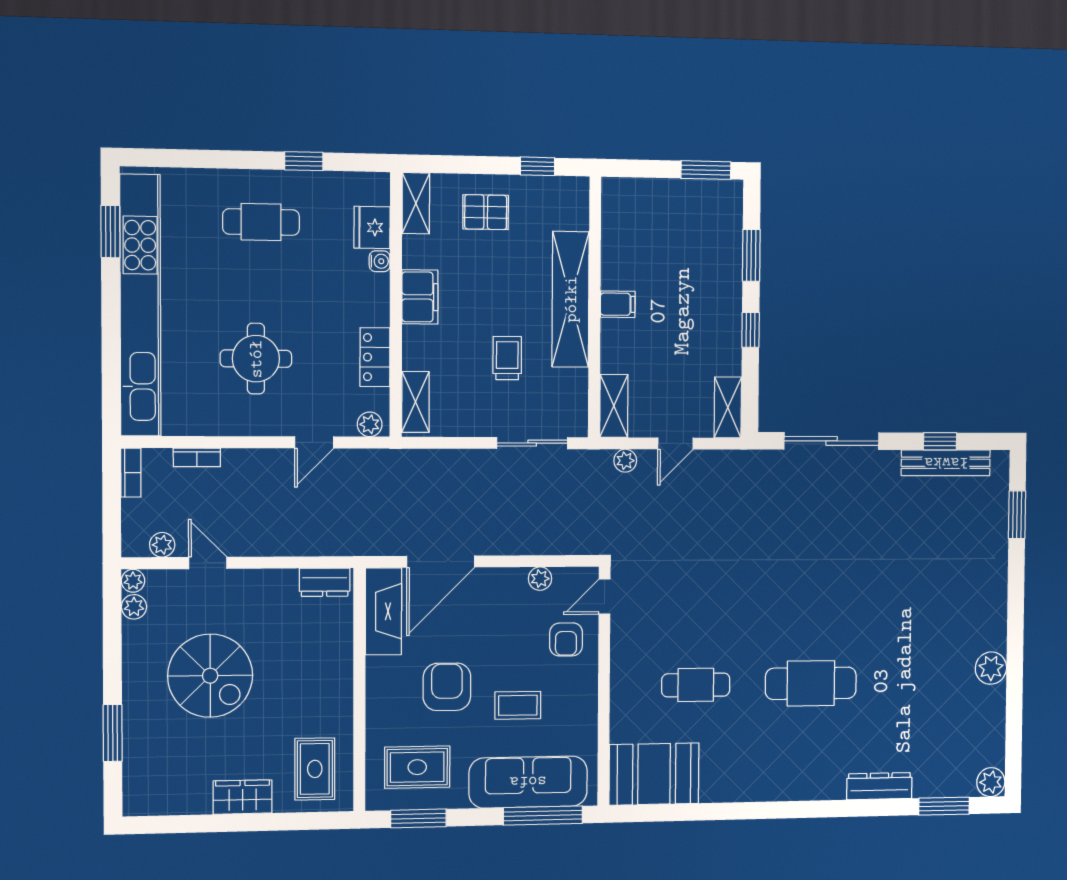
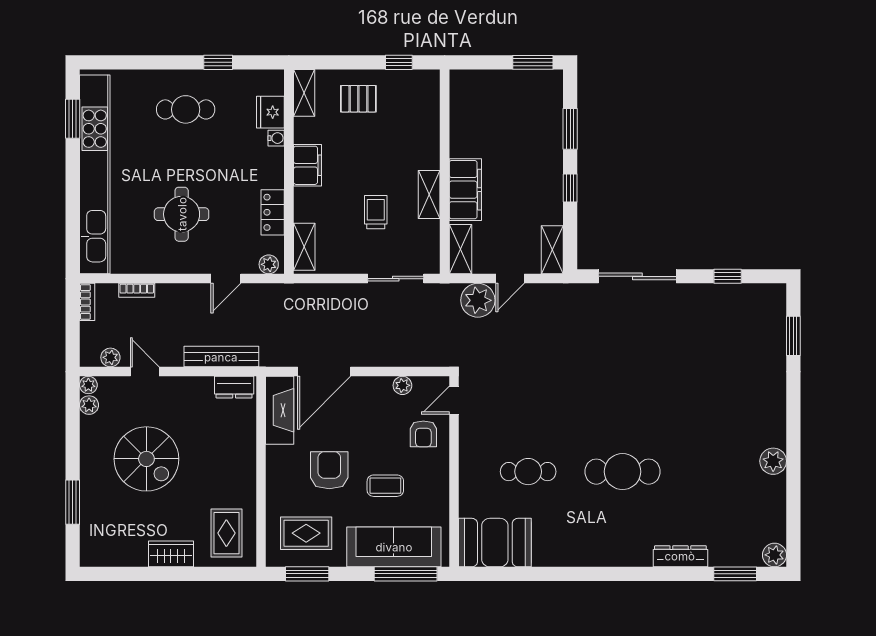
shelving: (571, 299) -> (429, 195), width x0.45, depth x0.75
filing cabinet: (618, 304) -> (465, 190), width x3.00, depth x1.17
plant: (625, 461) -> (478, 300), width x1.87, depth x1.87
bench: (946, 463) -> (221, 357), moved

